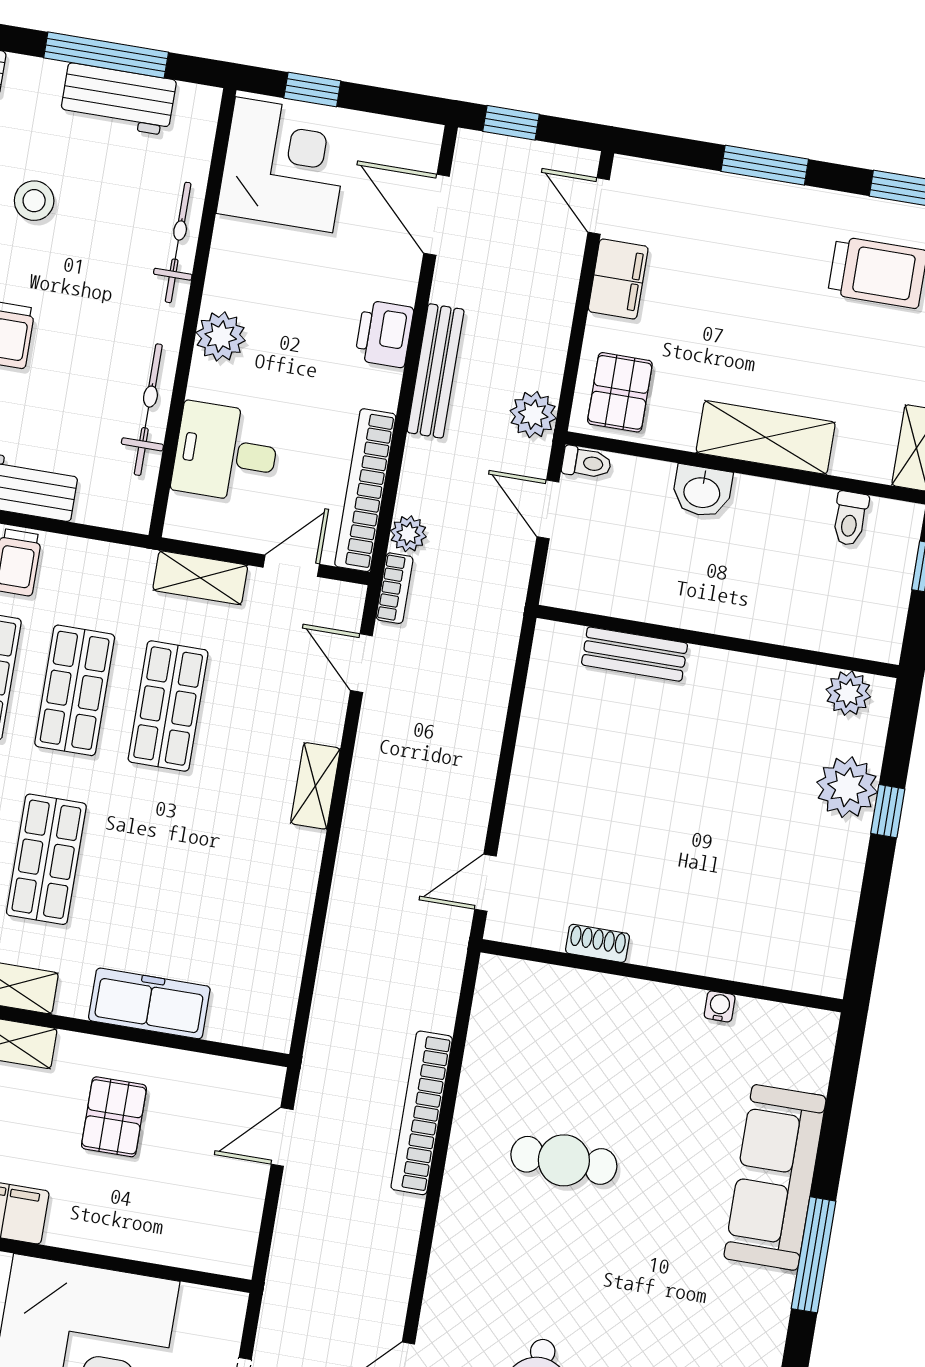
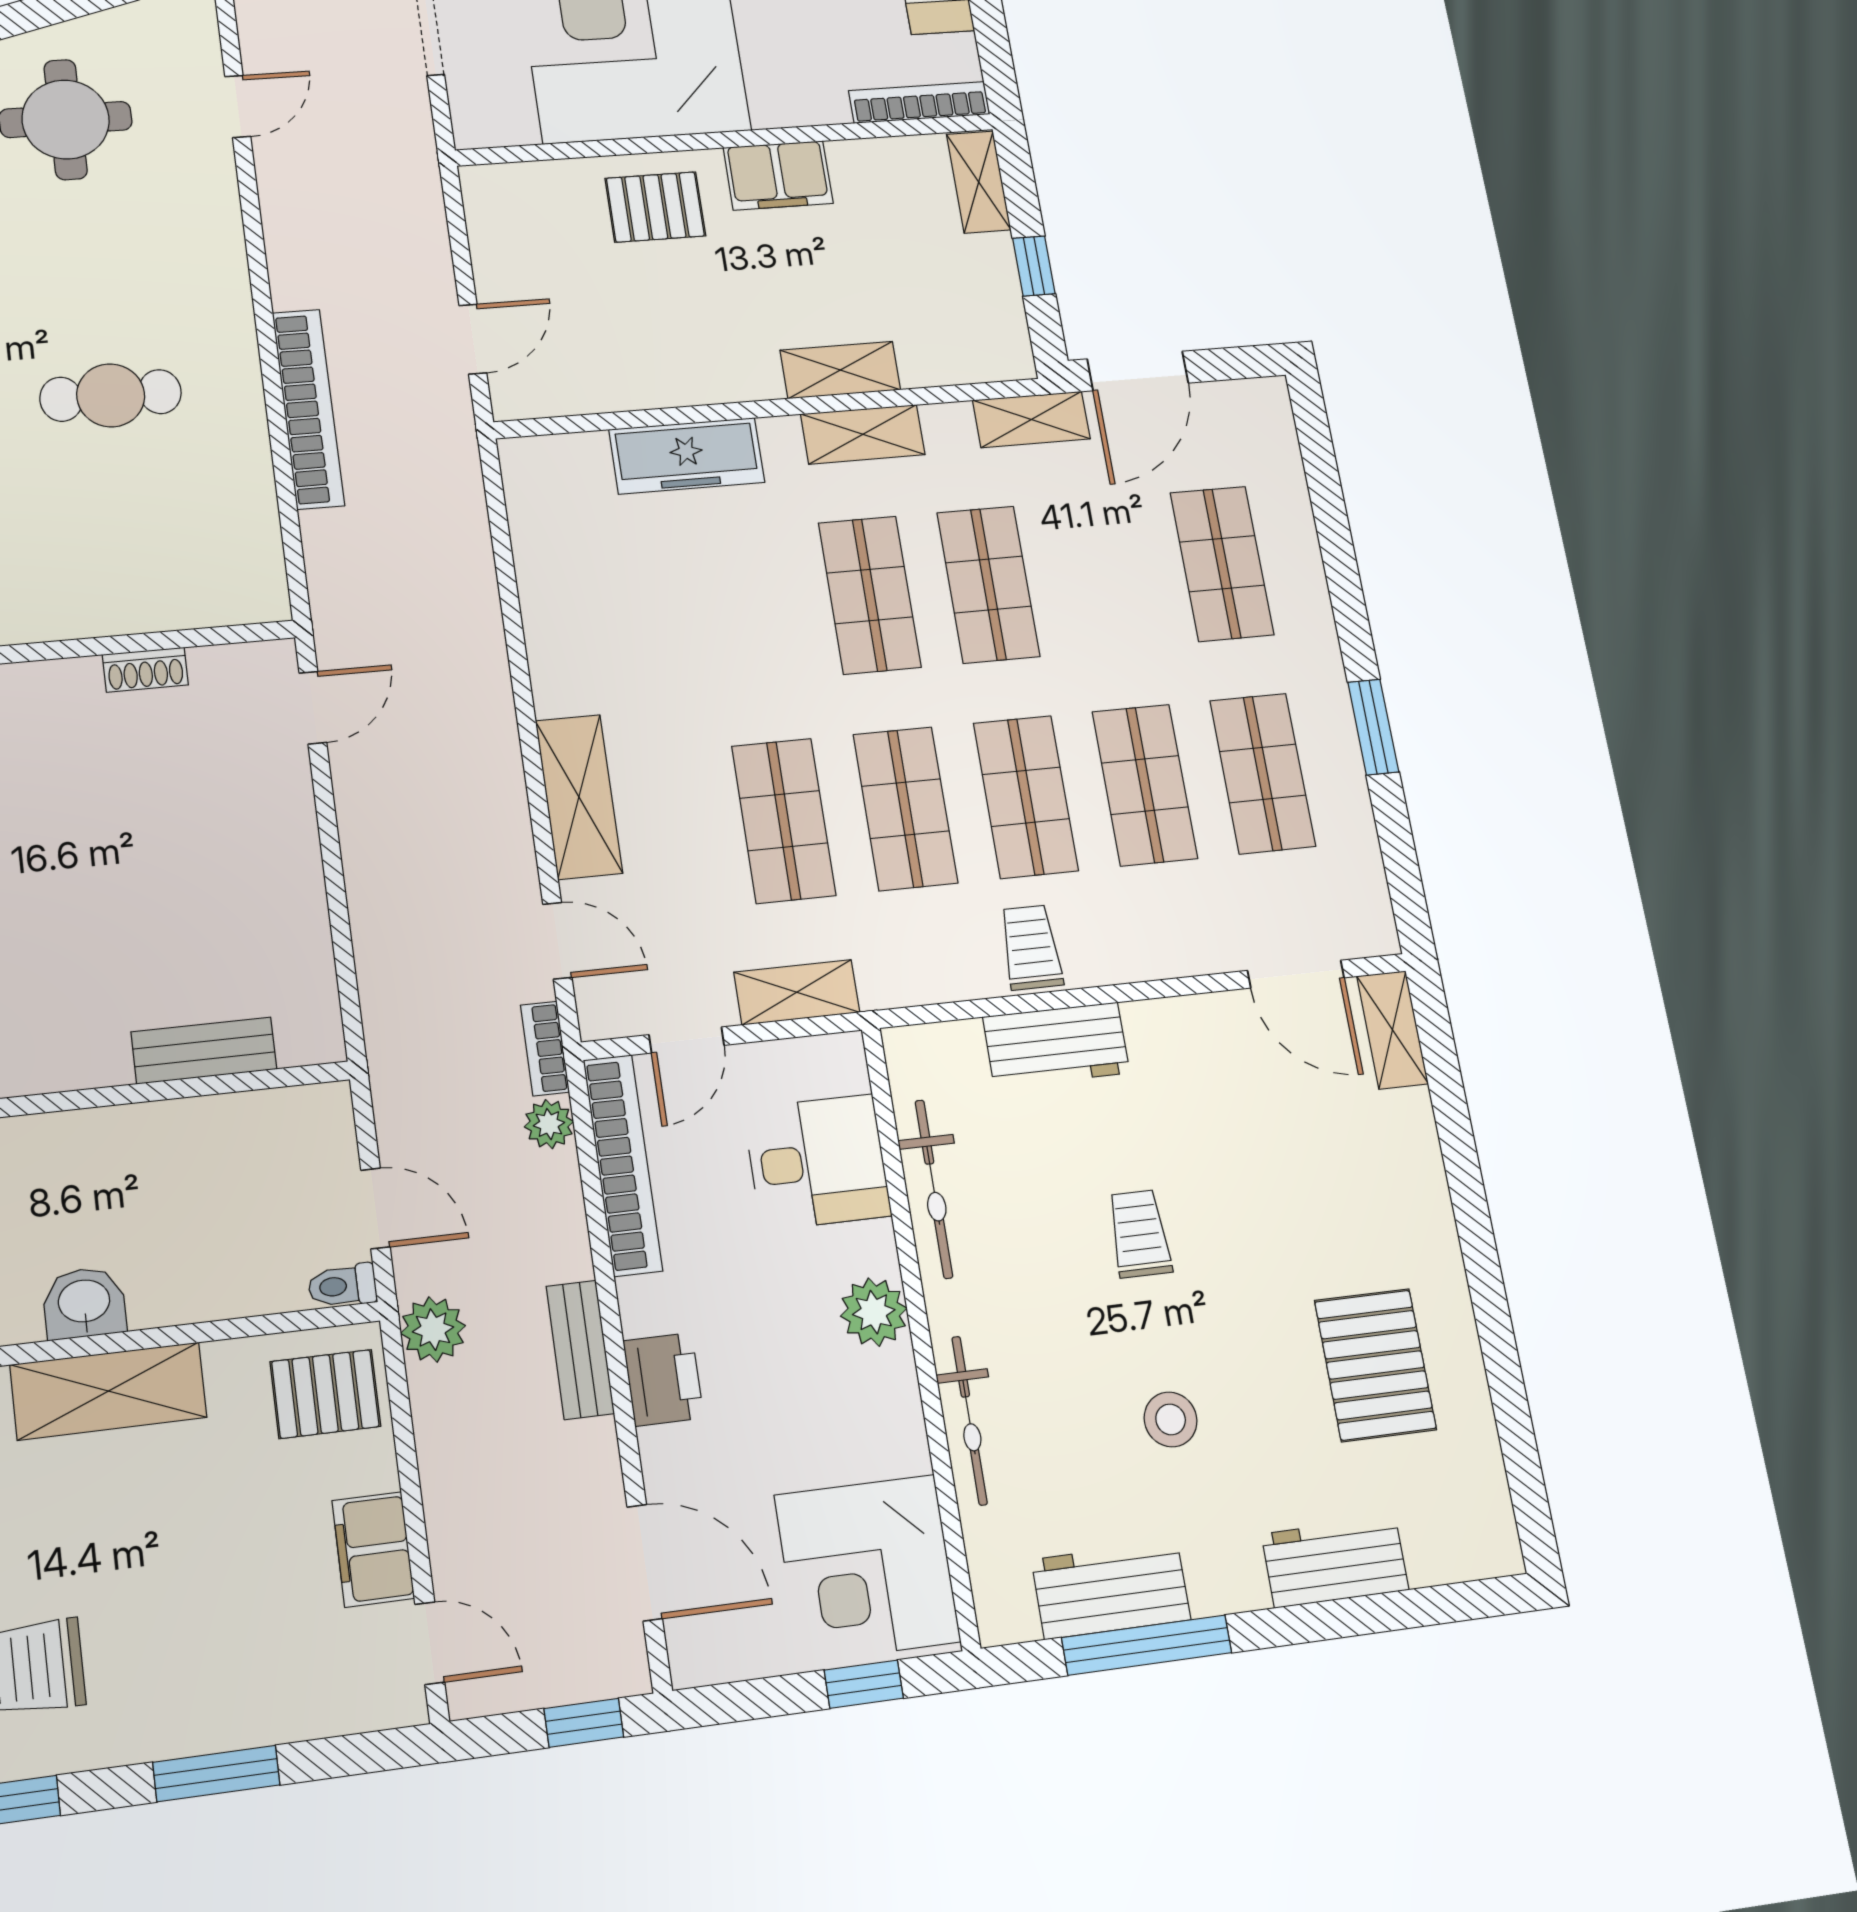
bench: (436, 371) -> (580, 1350), width x0.73
pallet: (620, 392) -> (325, 1394), turned 90
washbasin: (702, 491) -> (84, 1303), moved
shelving: (315, 786) -> (579, 797), width x1.50, depth x1.33
pallet: (114, 1117) -> (655, 207), moved, turned 90

